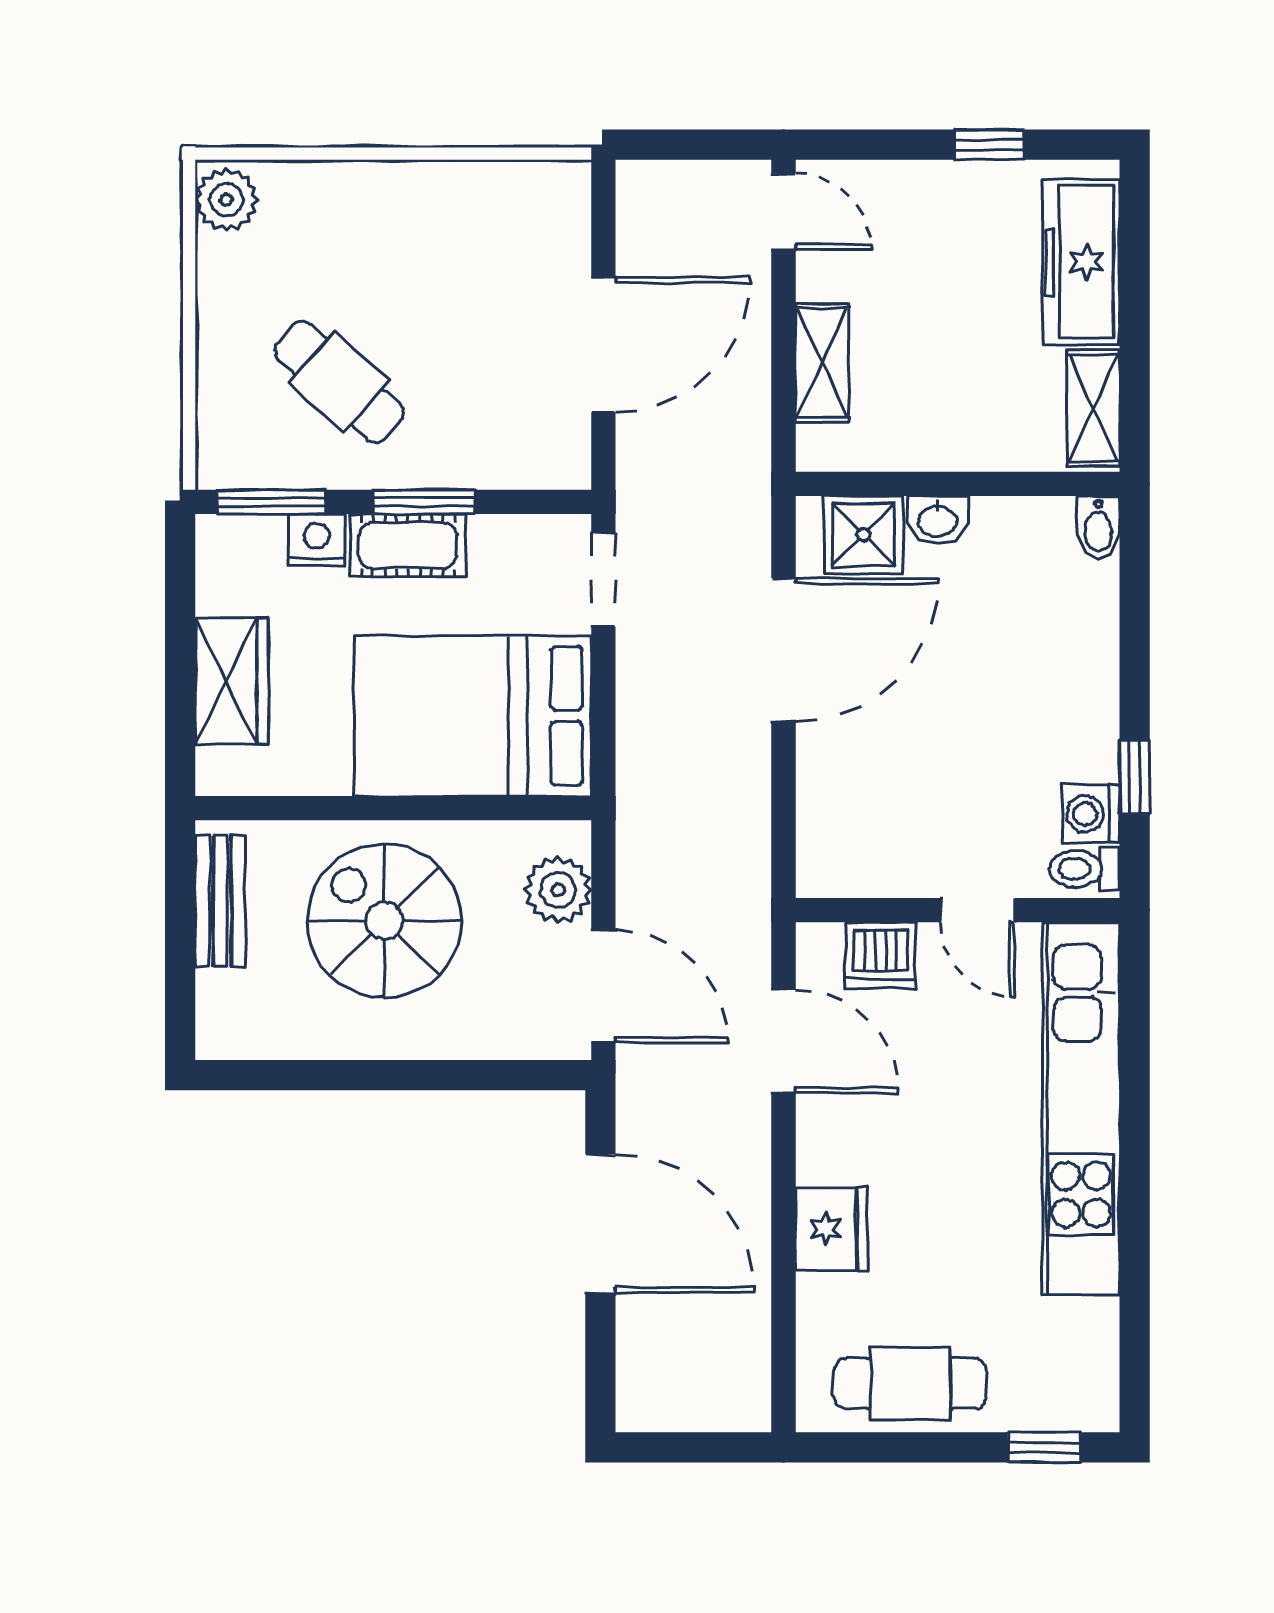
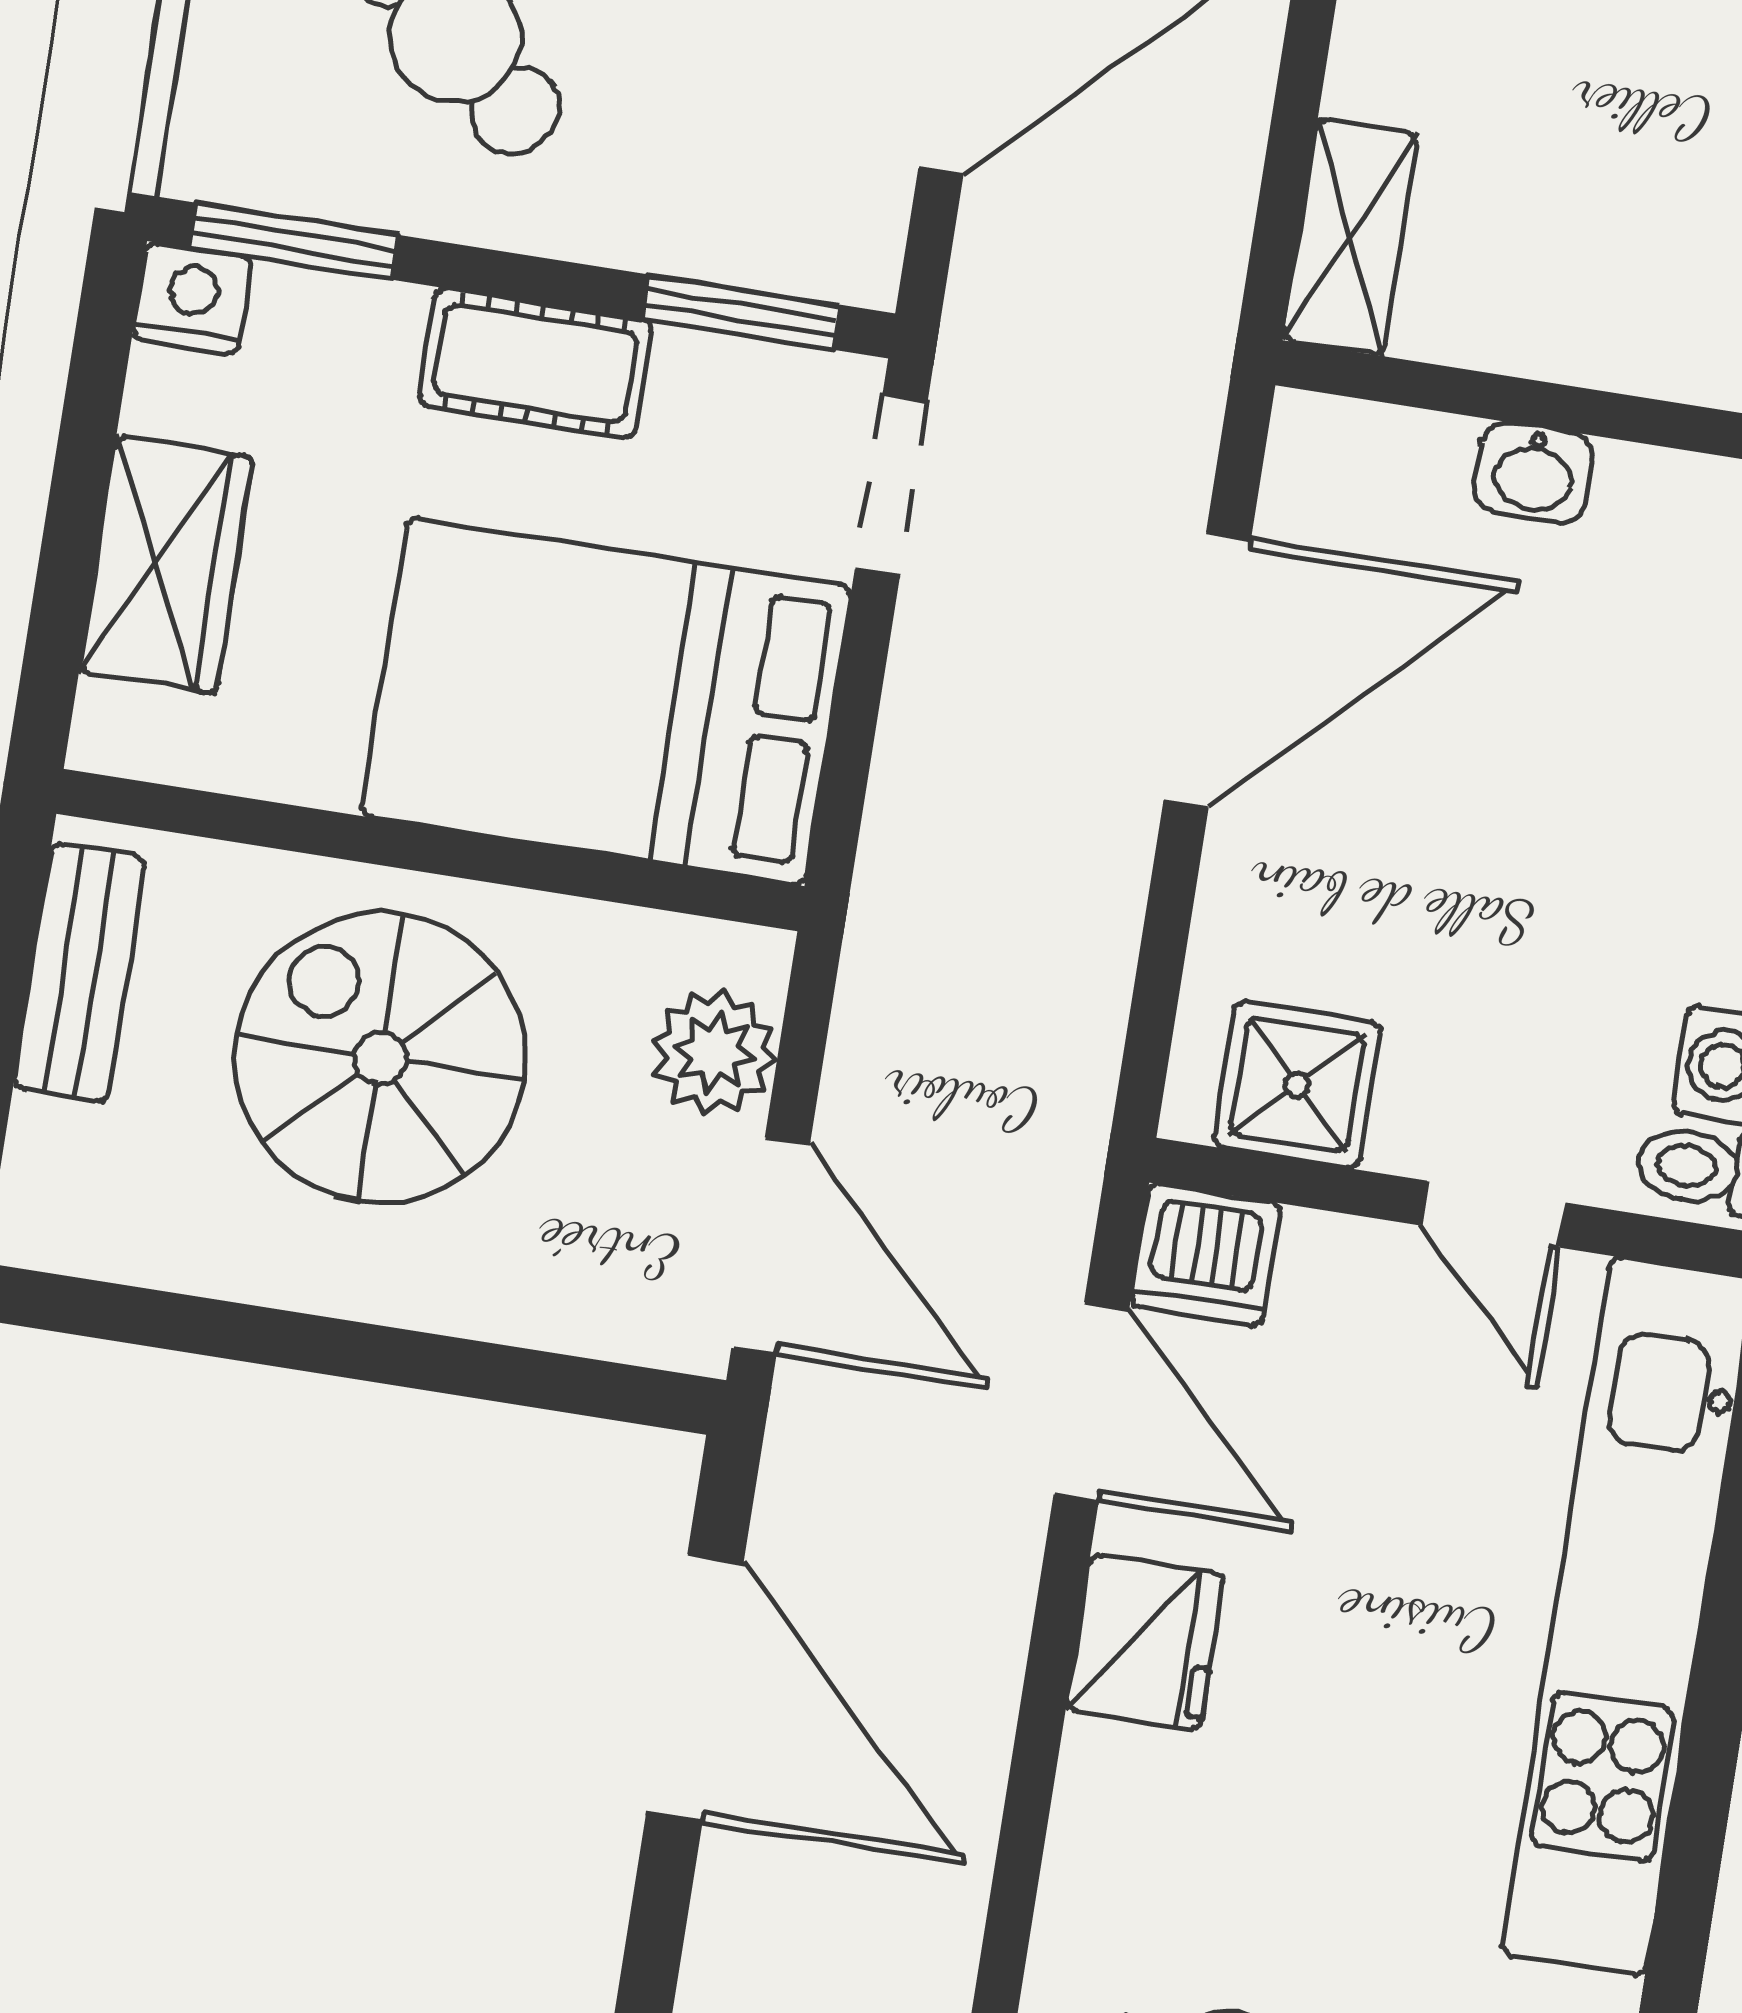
shelving: (822, 363) -> (1350, 237), moved
window: (424, 502) -> (740, 312), moved
shower: (864, 535) -> (1297, 1085), moved
nightstand: (316, 540) -> (192, 298), moved
dishwasher: (880, 955) -> (1205, 1255), moved
fridge: (832, 1229) -> (1145, 1643), moved

